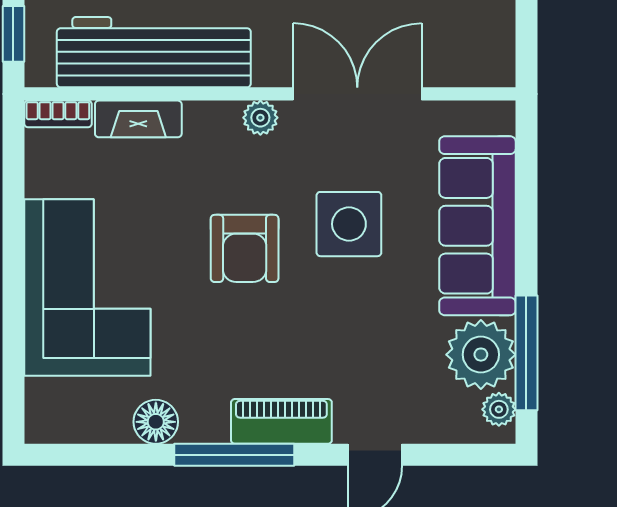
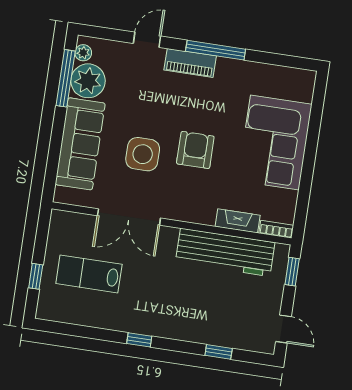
plant: (260, 118) -> (178, 213), removed
floor lamp: (156, 422) -> (251, 72), removed

